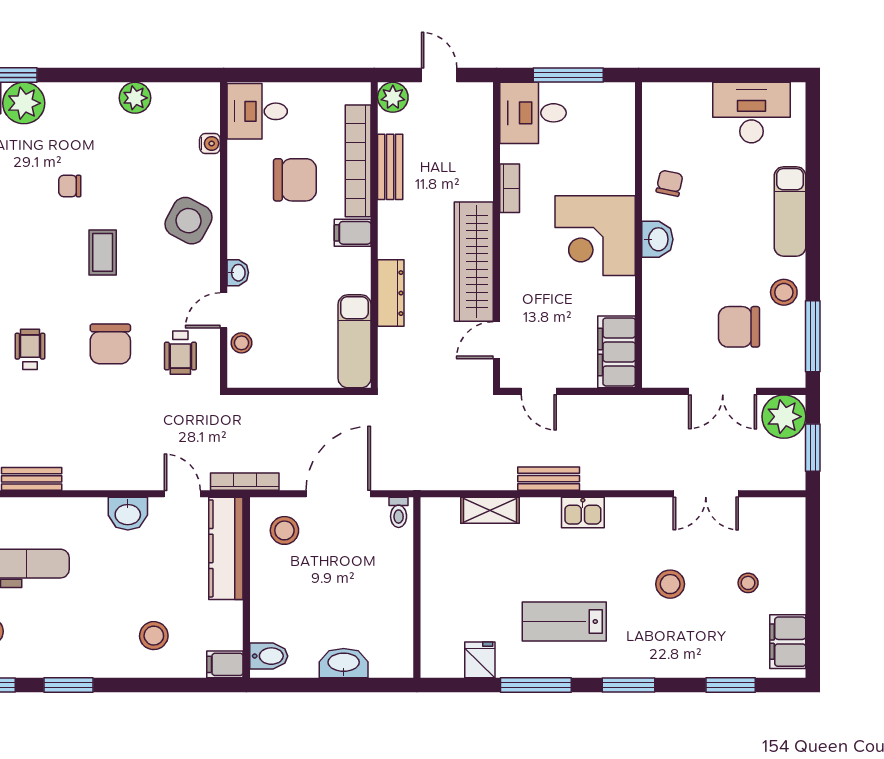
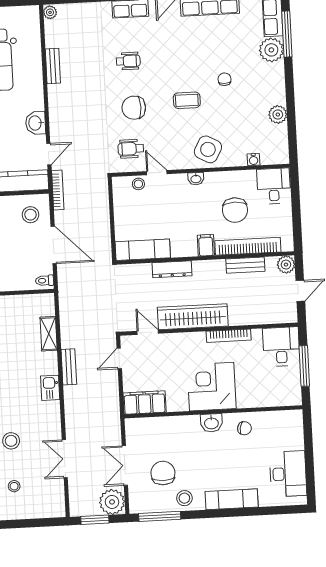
bookcase: (510, 188) -> (229, 336), width x1.56
washbasin: (238, 273) -> (196, 179), moved

